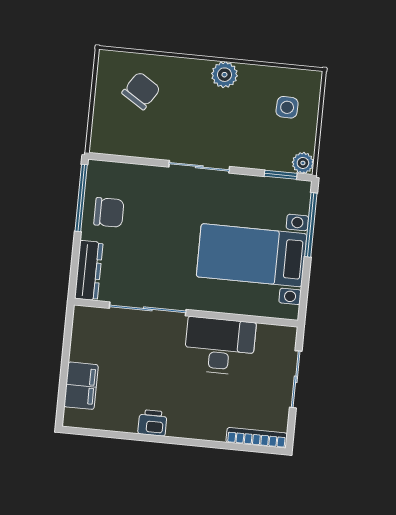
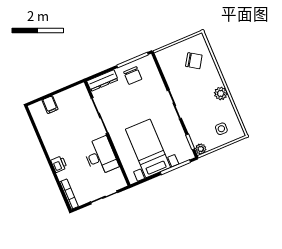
filing cabinet: (81, 386) -> (50, 105), width x0.50
printer: (152, 423) -> (59, 164), moved

